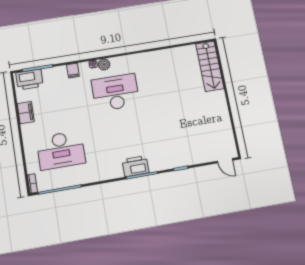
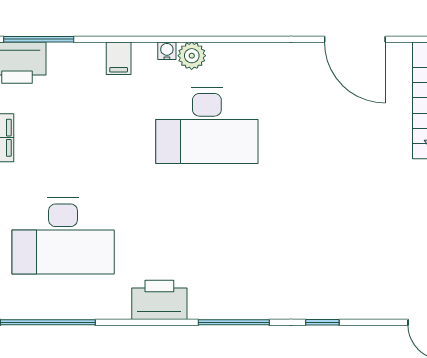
door: (171, 47) -> (355, 39), added
desk: (116, 92) -> (207, 125), turned 180
printer: (136, 166) -> (159, 300), moved

